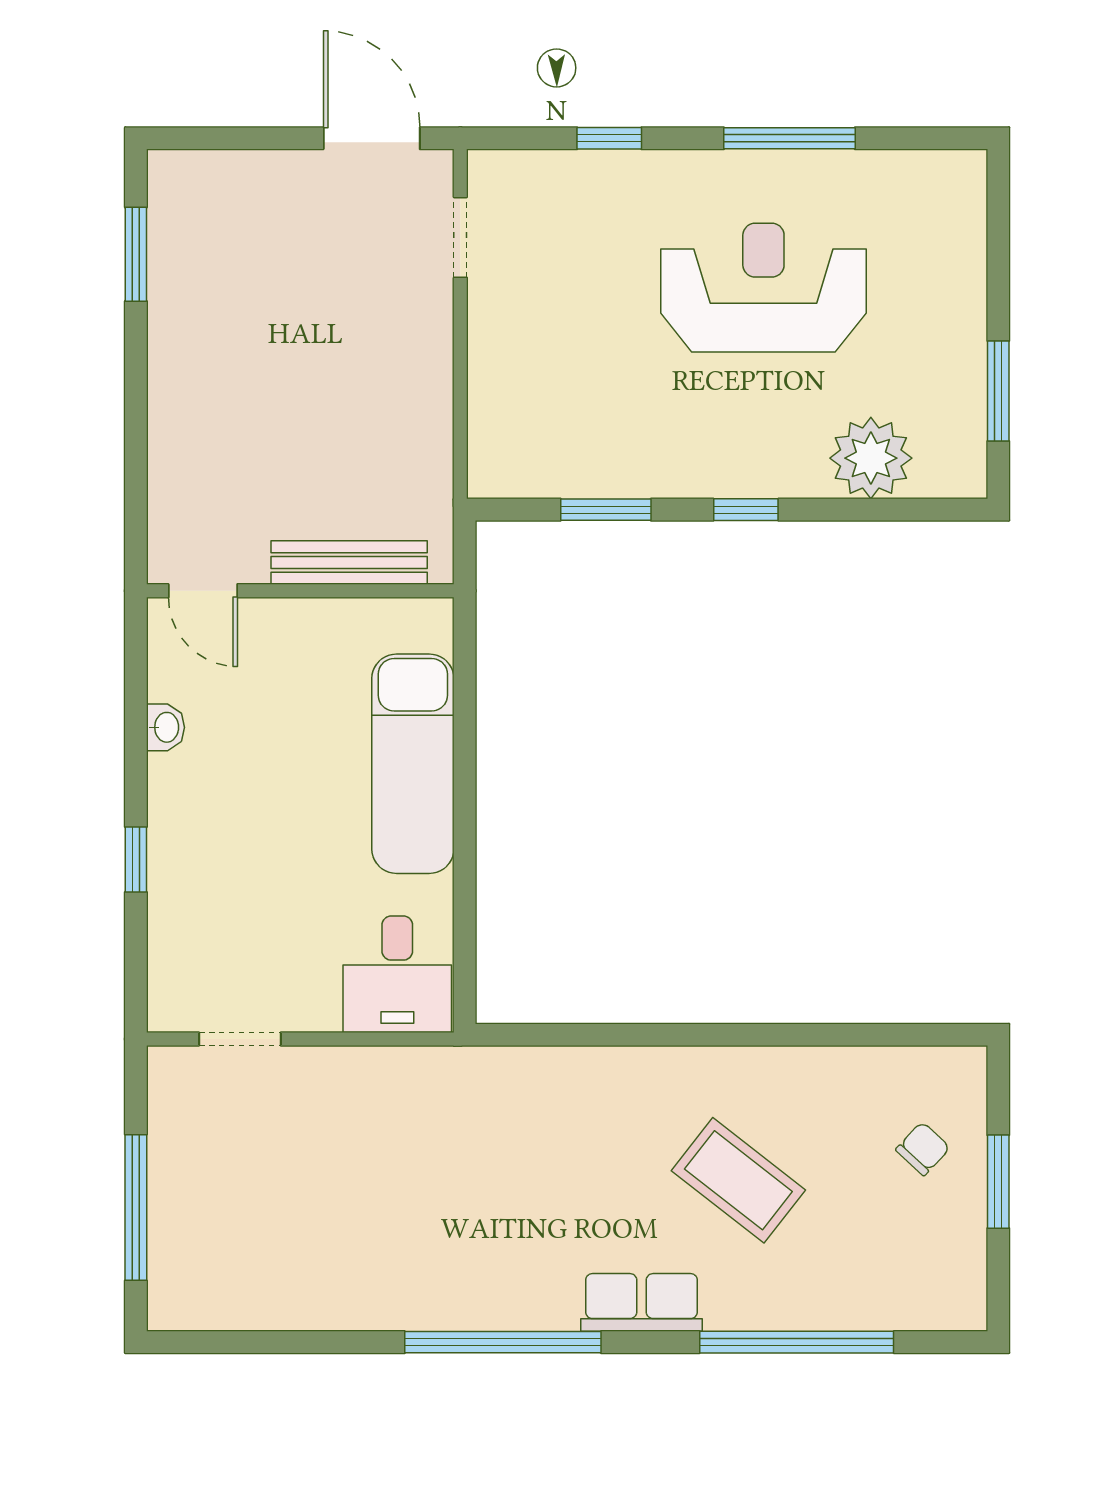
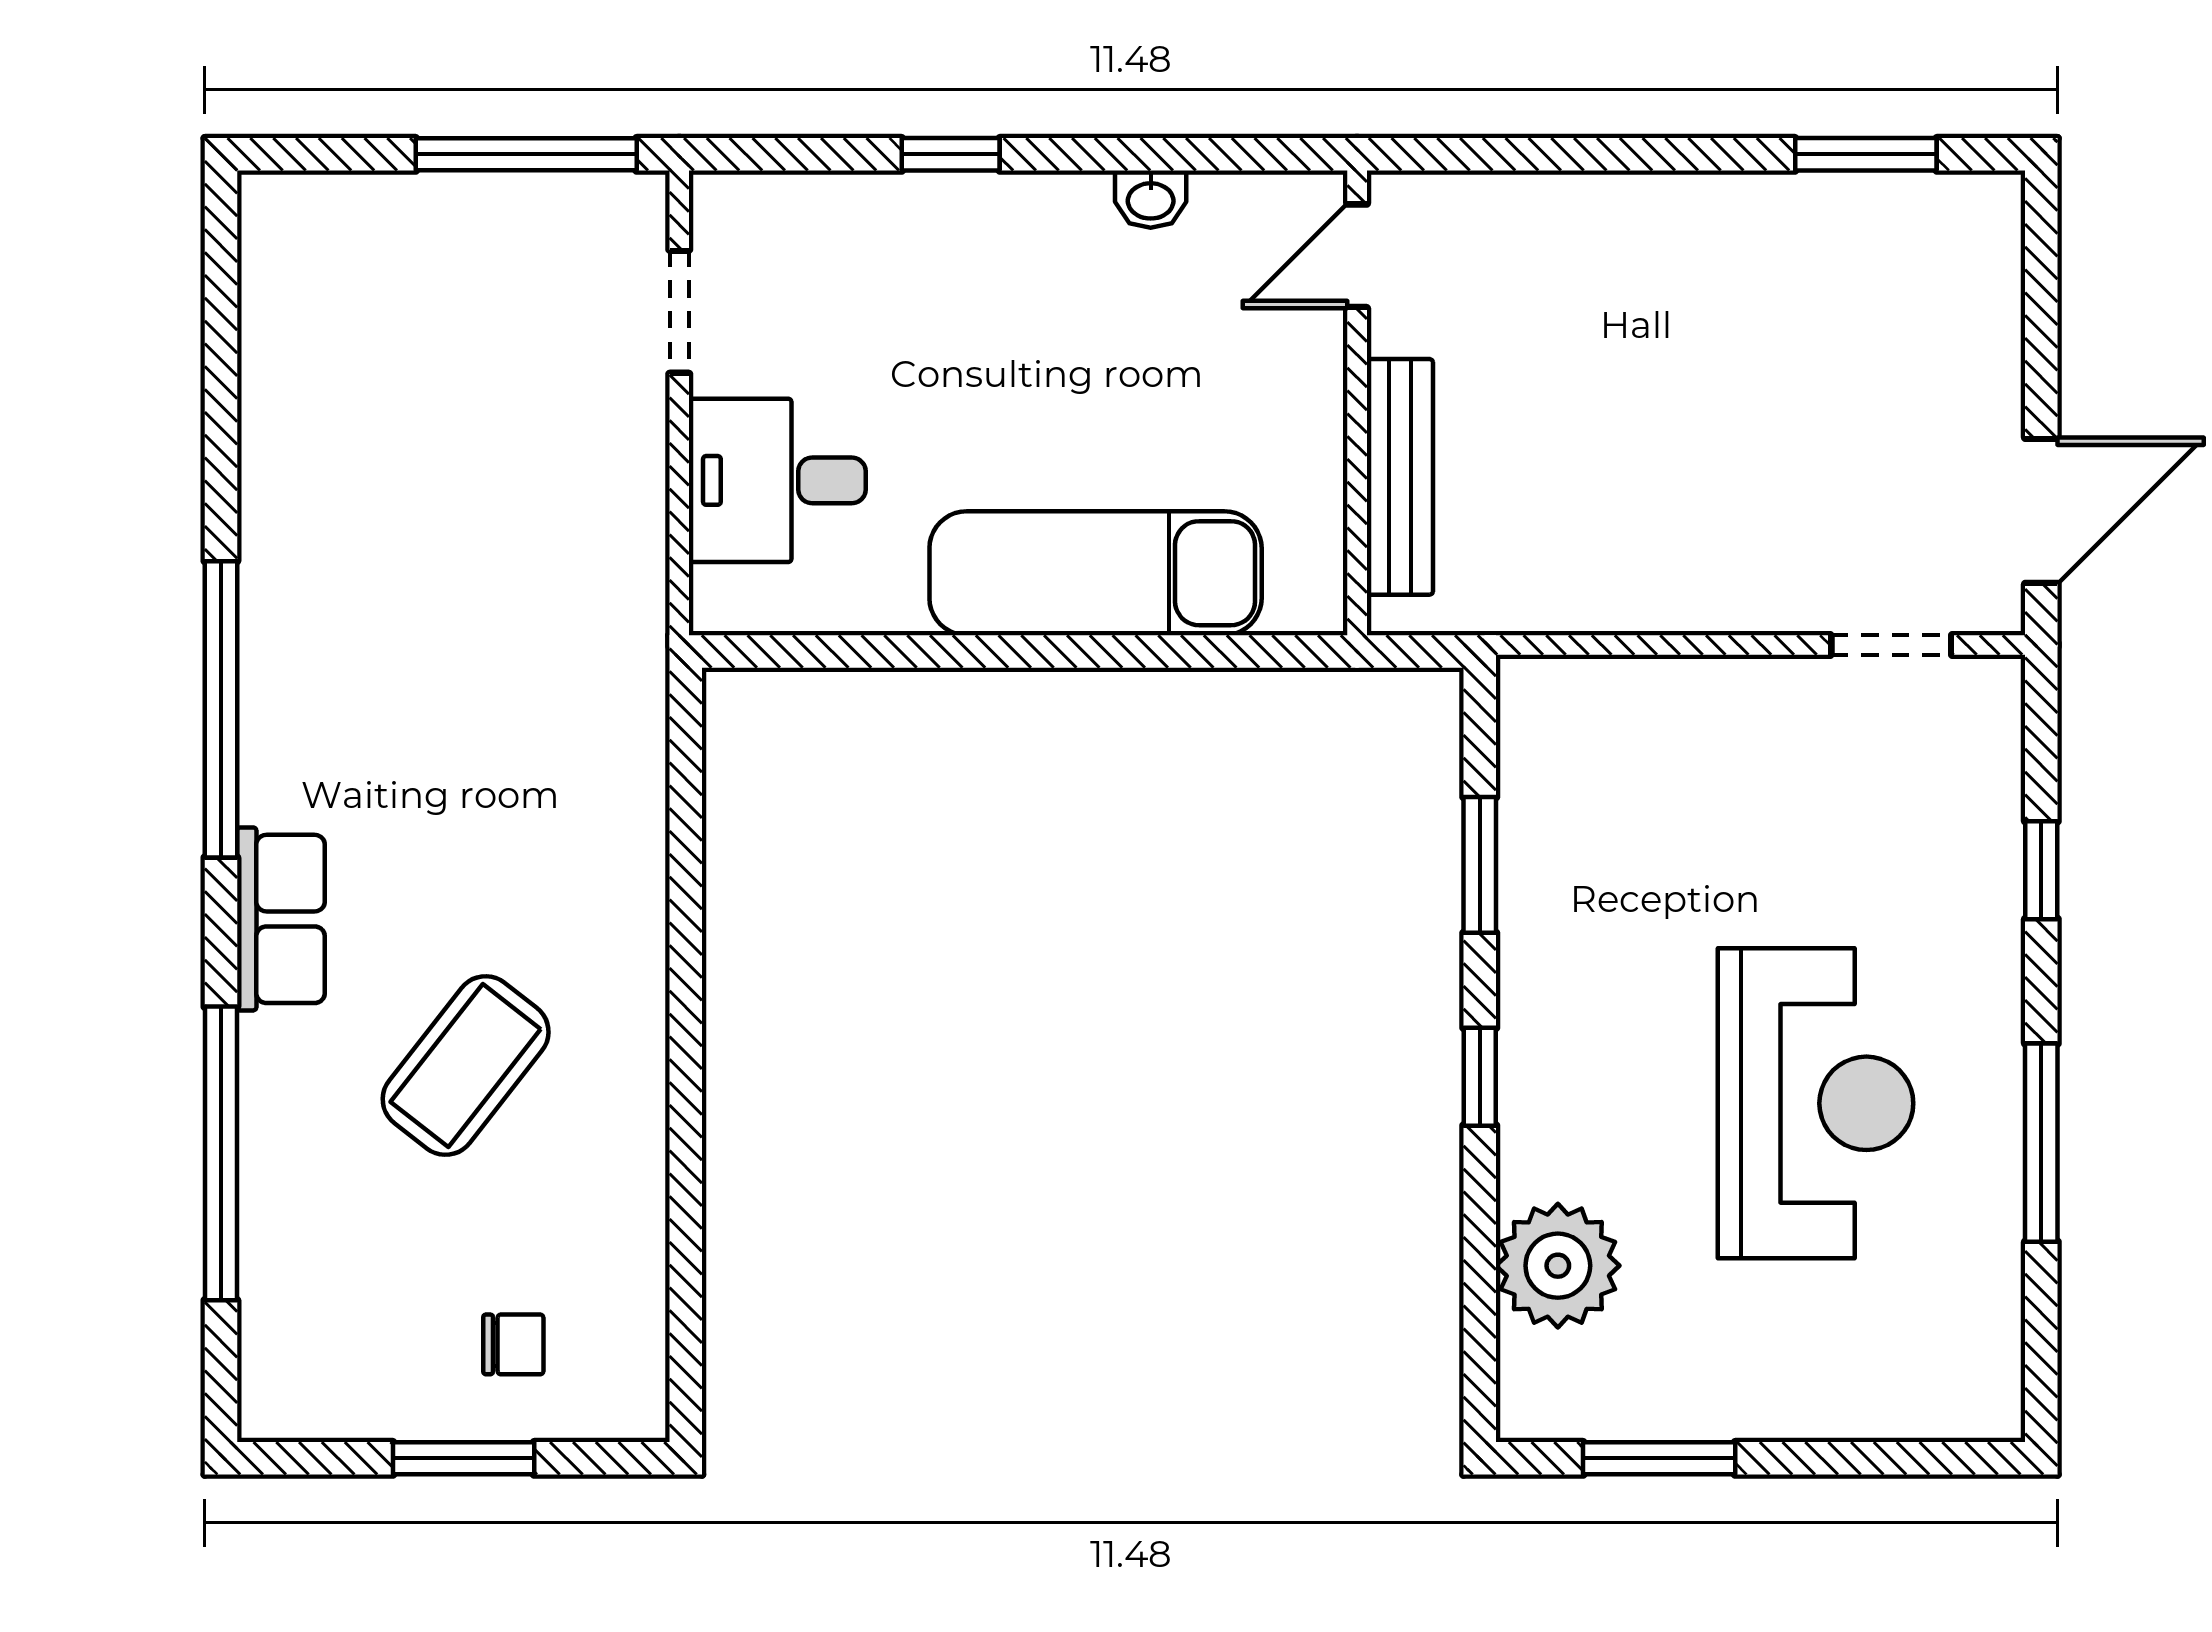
desk: (397, 974) -> (777, 480), moved
chair: (923, 1149) -> (513, 1344), turned -43
window: (136, 1208) -> (526, 154), moved

